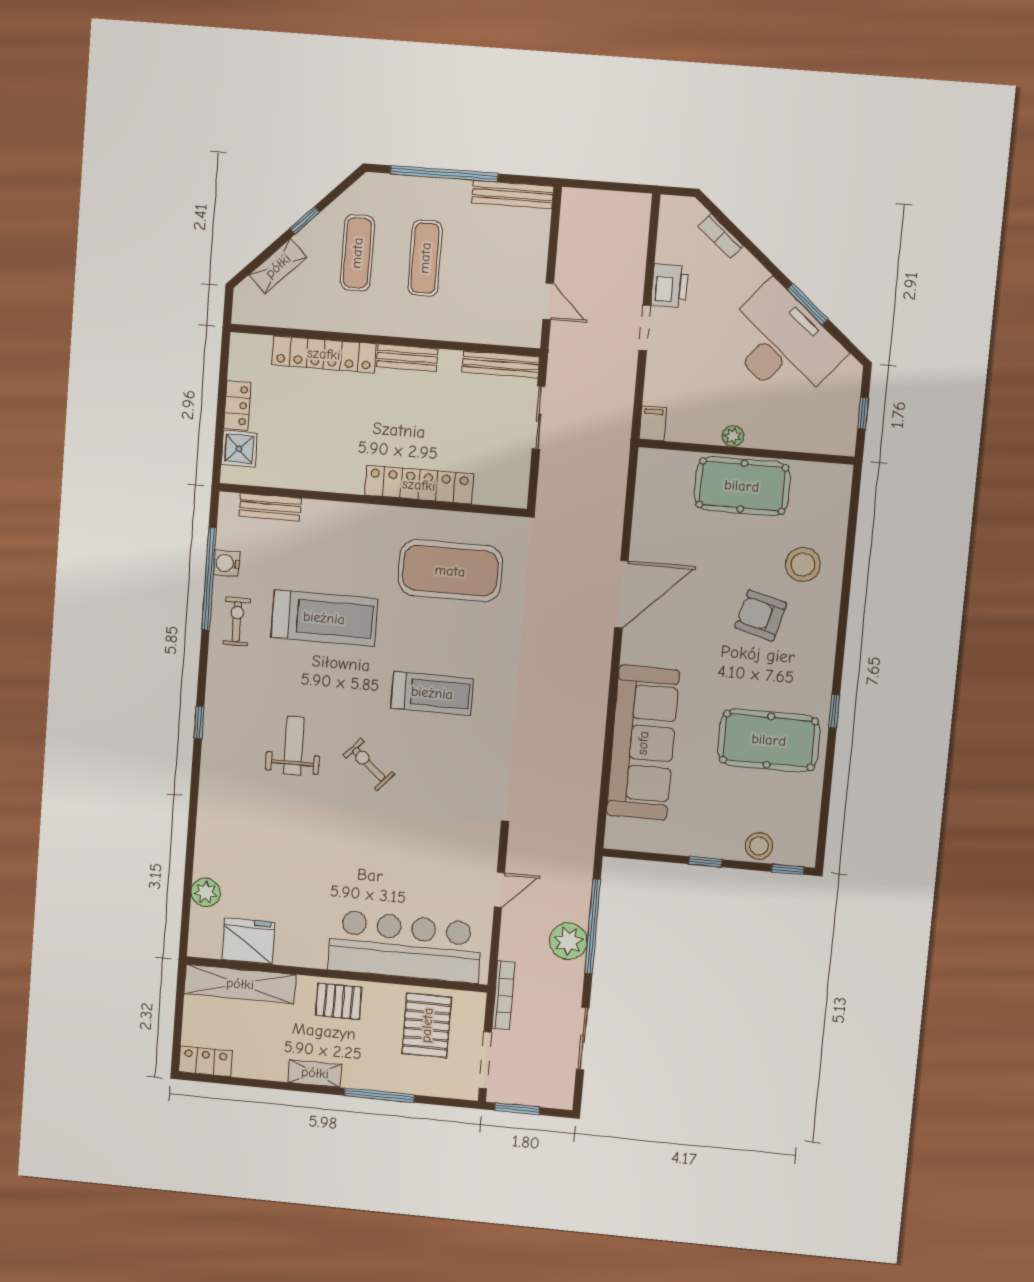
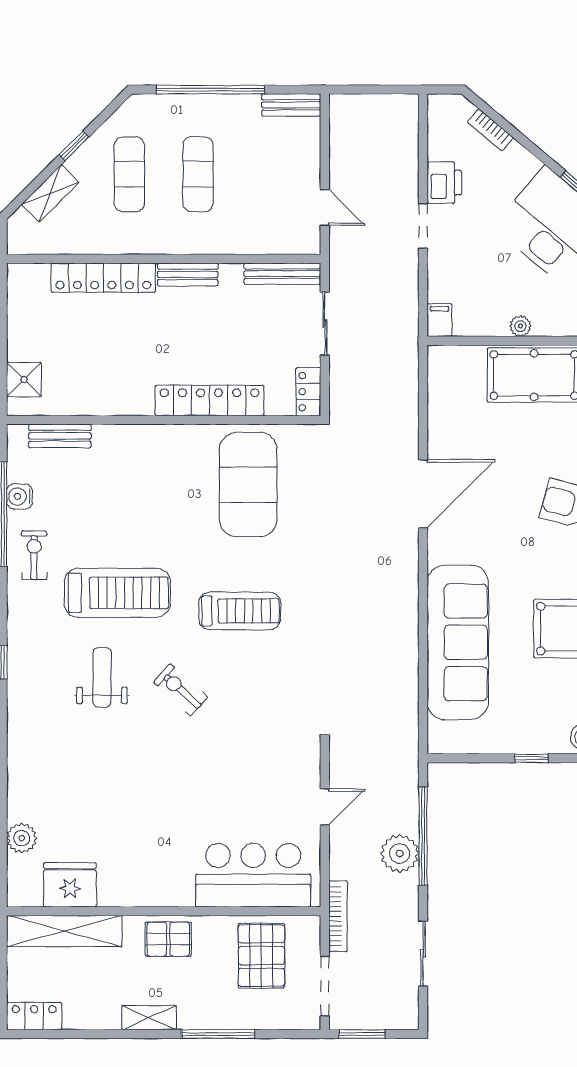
bench: (513, 195) -> (291, 105), width x0.73
locker: (237, 405) -> (308, 392), moved, turned 180
exercise mat: (450, 571) -> (248, 485), turned 90
treadmill: (324, 618) -> (117, 593), moved
bar counter: (405, 947) -> (253, 875), width x0.73

